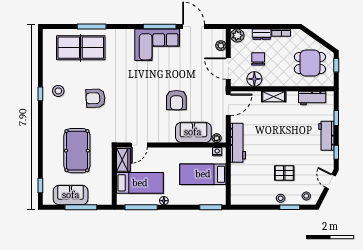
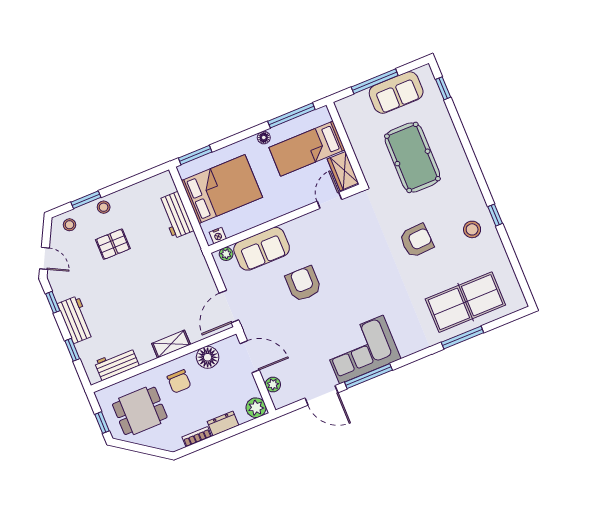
chair: (258, 59) -> (179, 381), moved
workbench: (238, 143) -> (176, 215), moved, width x0.73
bed: (203, 174) -> (222, 189), width x1.50

